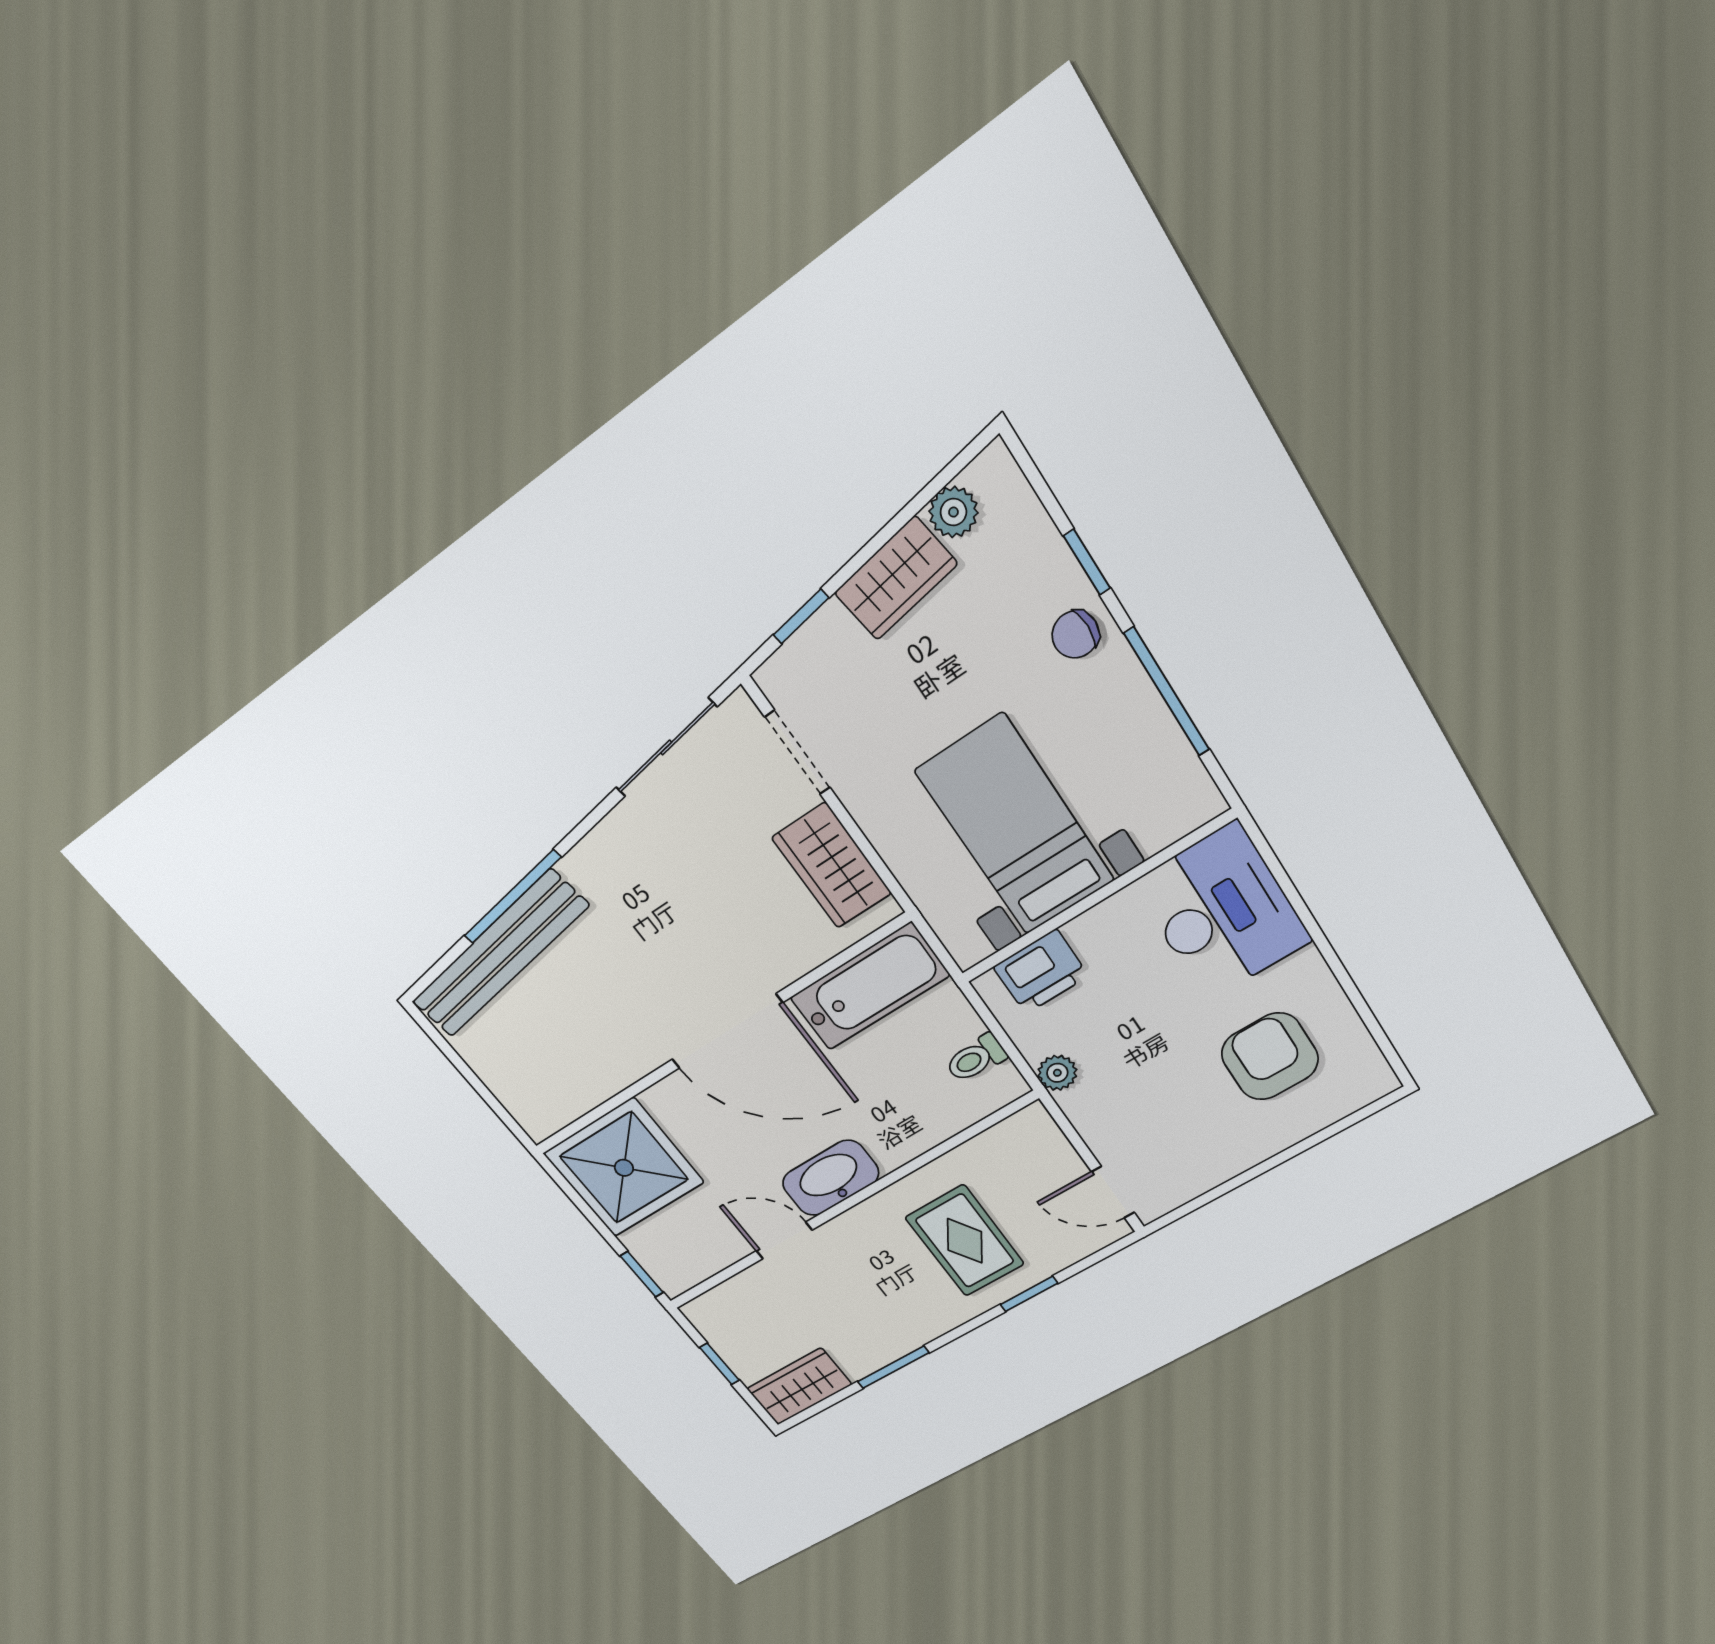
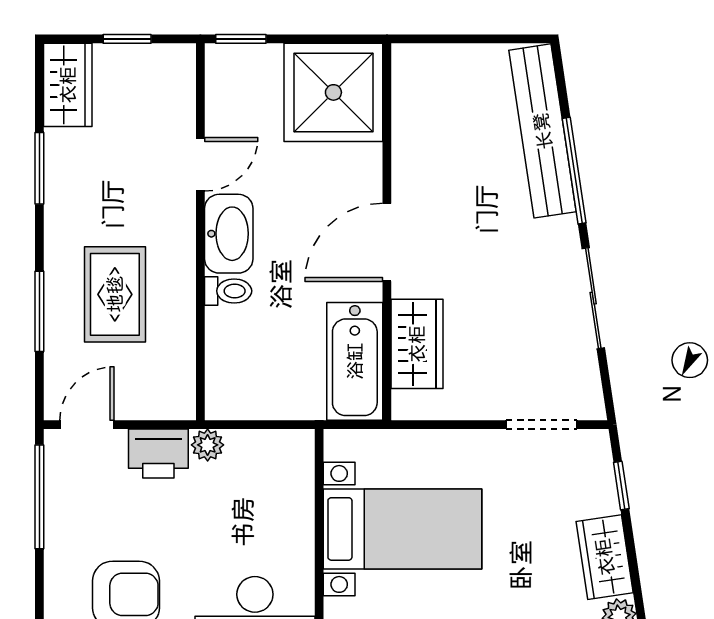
sliding door: (666, 747) -> (593, 298), moved
wardrobe: (832, 866) -> (417, 344), moved, turned 90
printer: (1041, 972) -> (158, 454), moved, turned -90
door: (727, 1031) -> (387, 242), width x0.73
toilet: (976, 1058) -> (228, 291), moved, turned 90
window: (1217, 1192) -> (39, 497), added
rug: (965, 1241) -> (115, 294), turned 90
window: (1029, 1294) -> (39, 311), width x1.50

